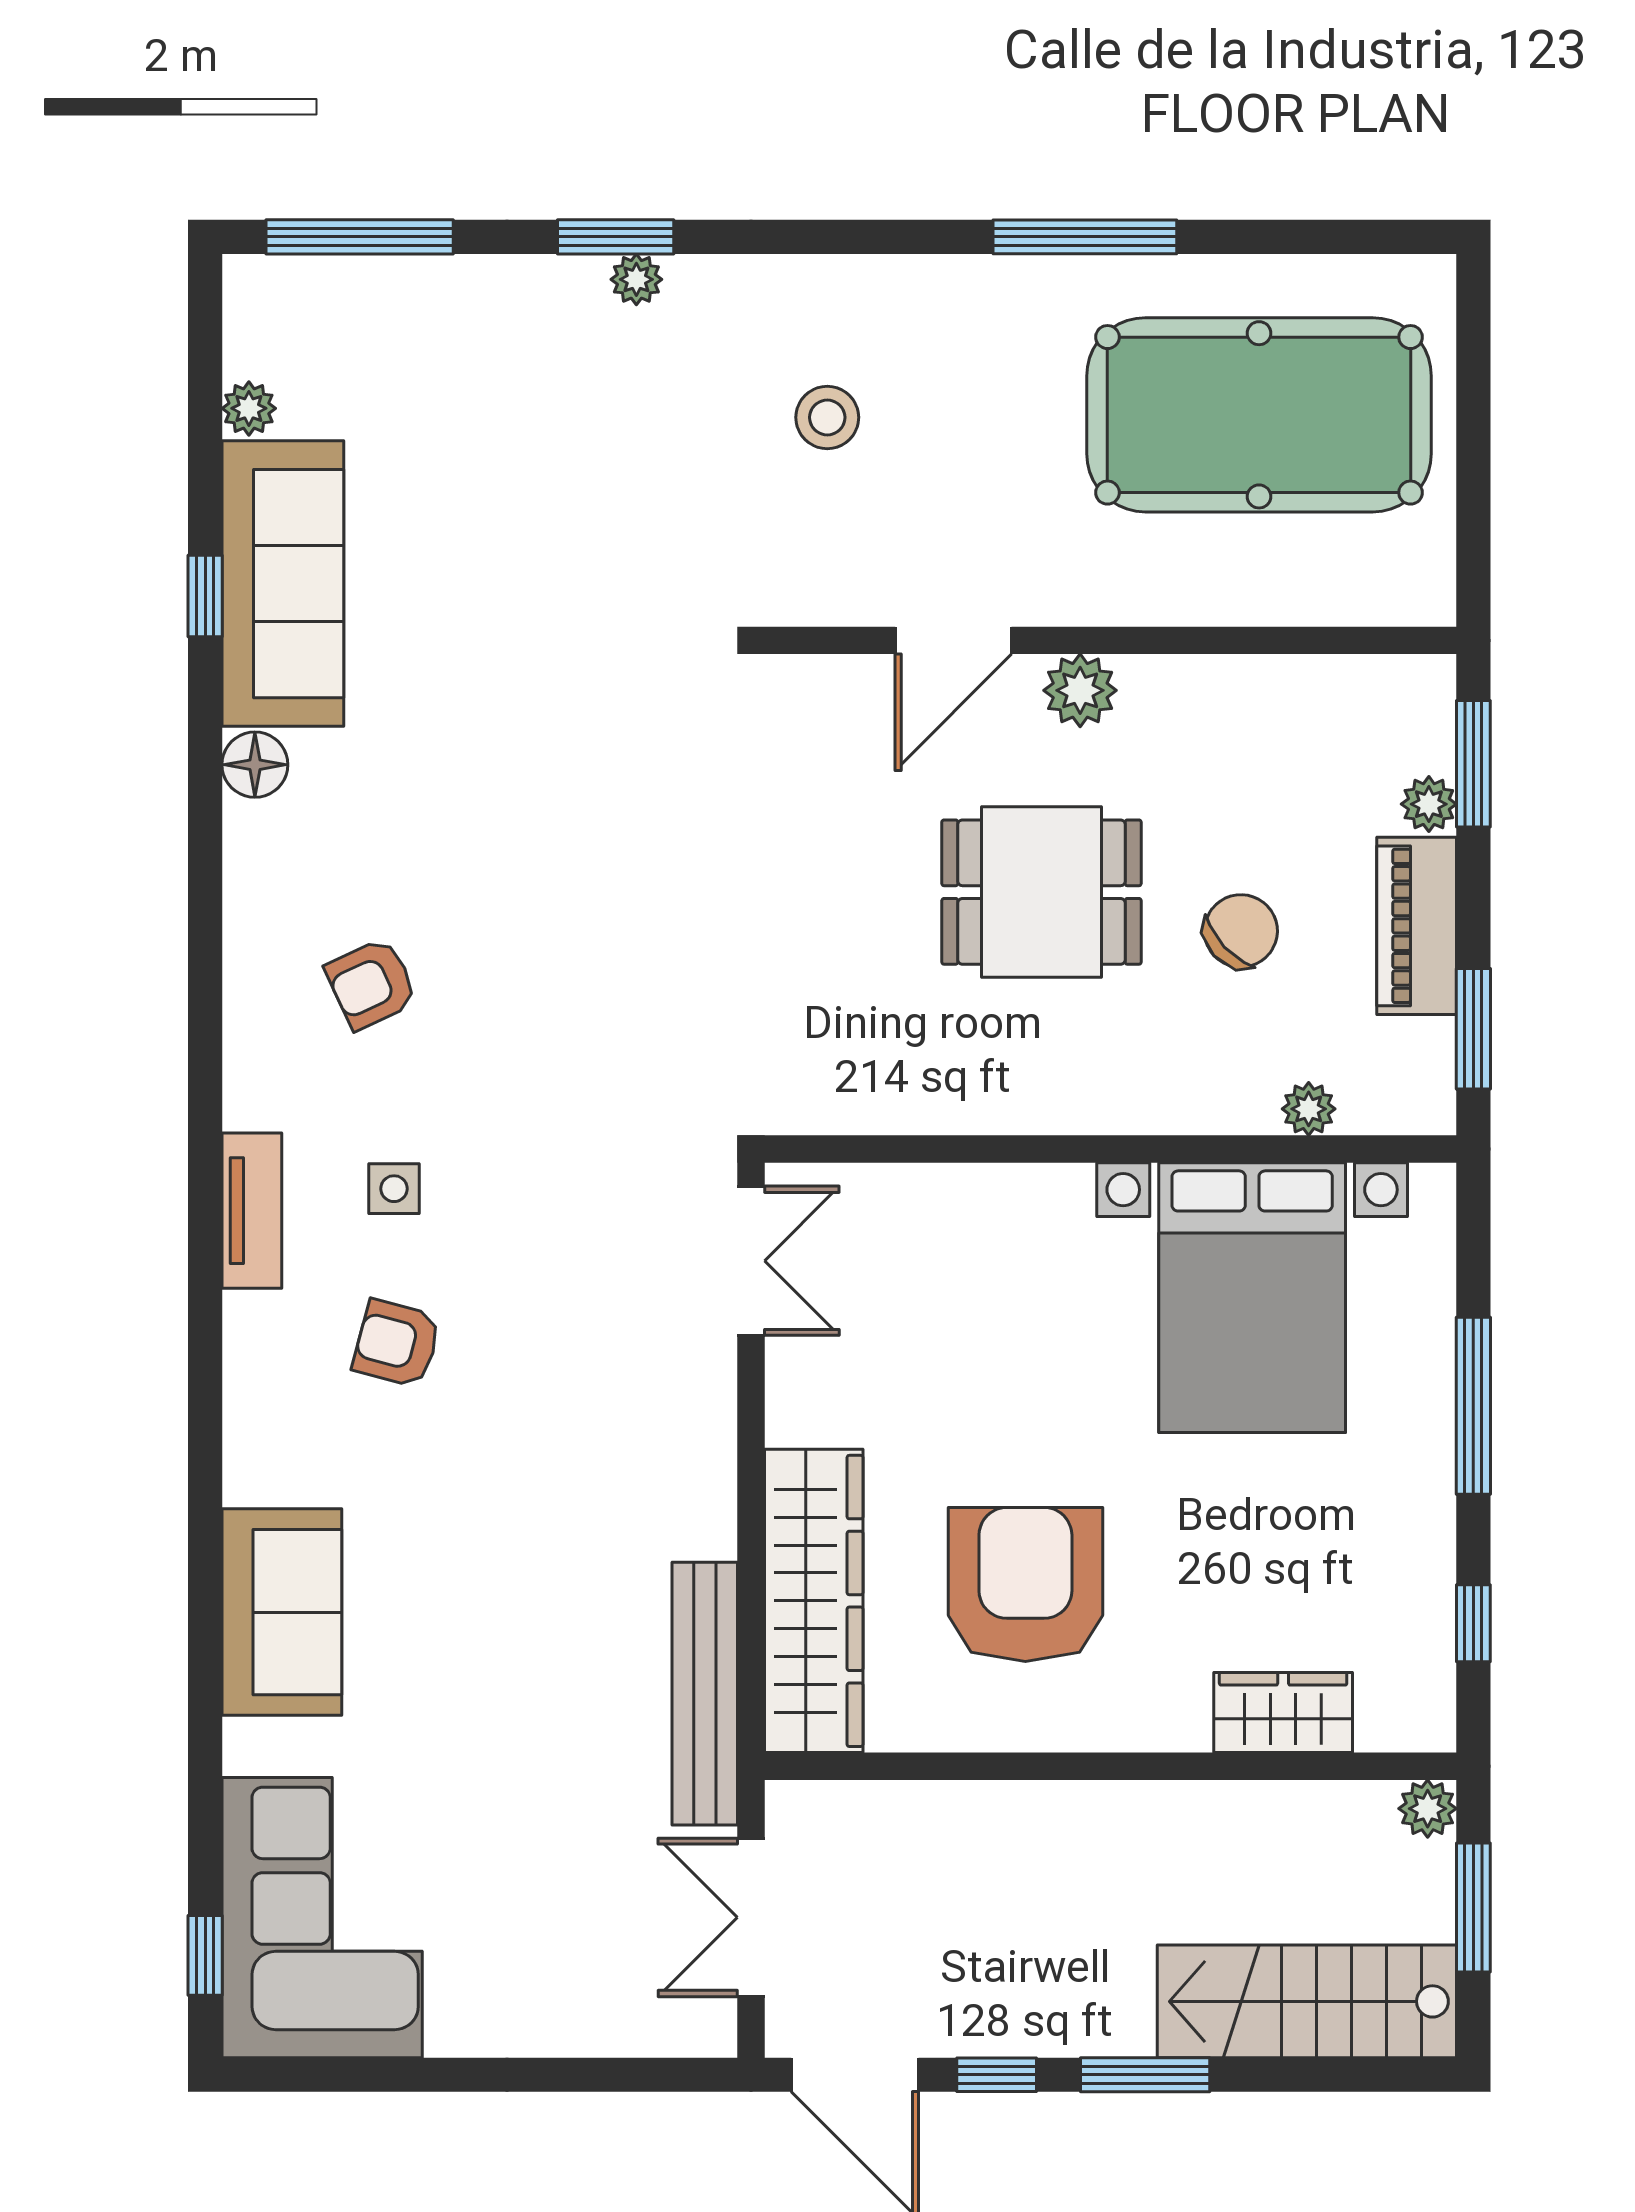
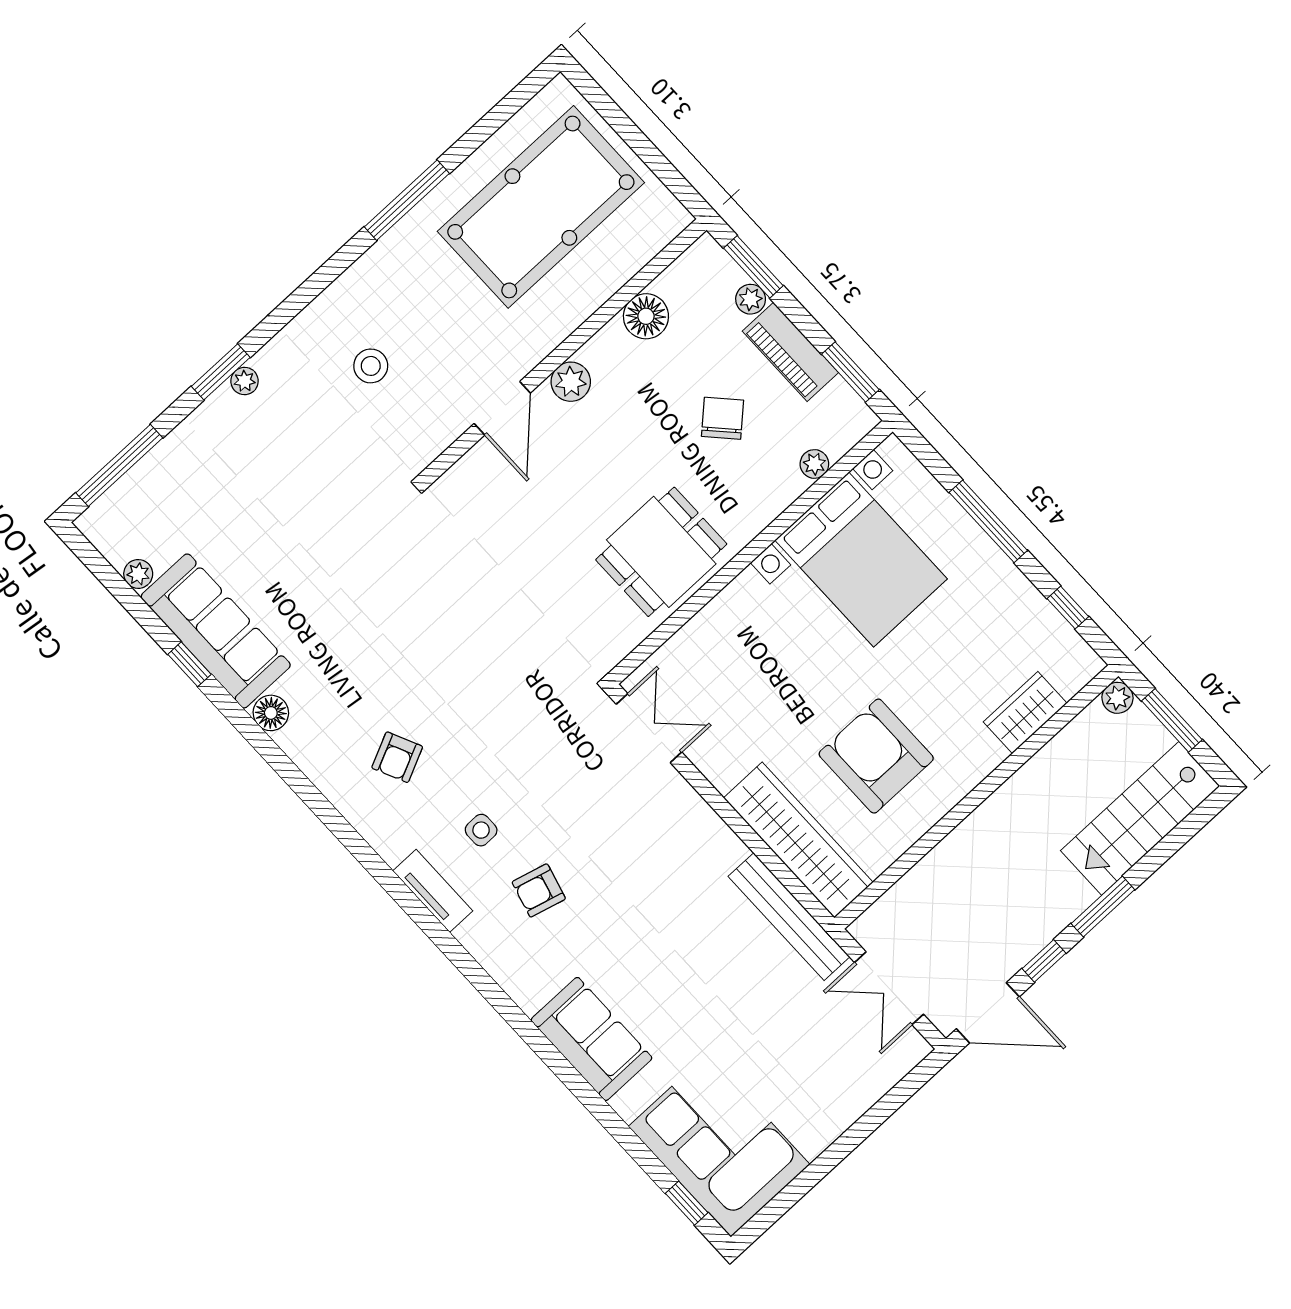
floor lamp: (1265, 696) -> (646, 316), added
dining table: (1041, 892) -> (661, 552), moved

